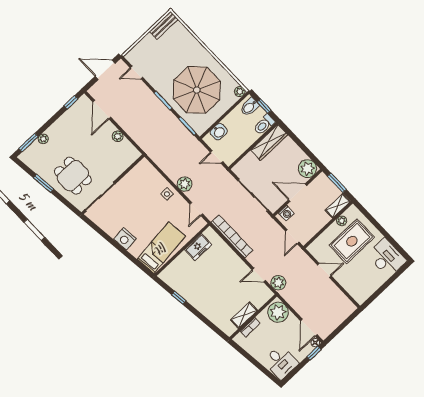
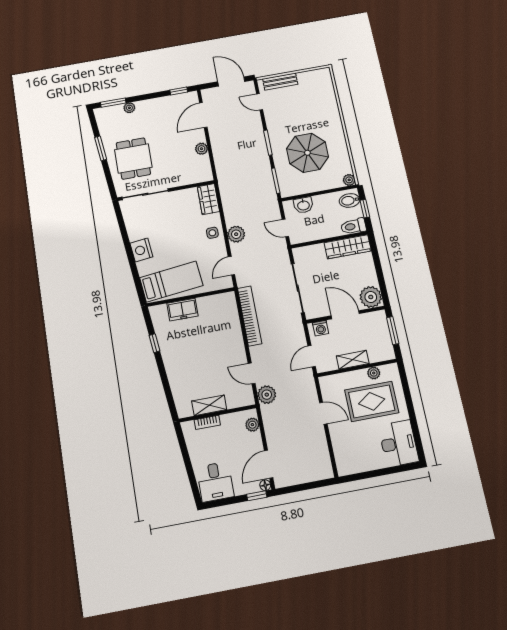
bench: (164, 25) -> (280, 82), moved
parasol: (197, 90) -> (307, 153), width x0.73, depth x0.73
wardrobe: (148, 171) -> (208, 199), added
shelving: (338, 206) -> (353, 360), moved
freezer: (198, 247) -> (182, 310), moved
plant: (278, 312) -> (252, 425), width x0.53, depth x0.53

